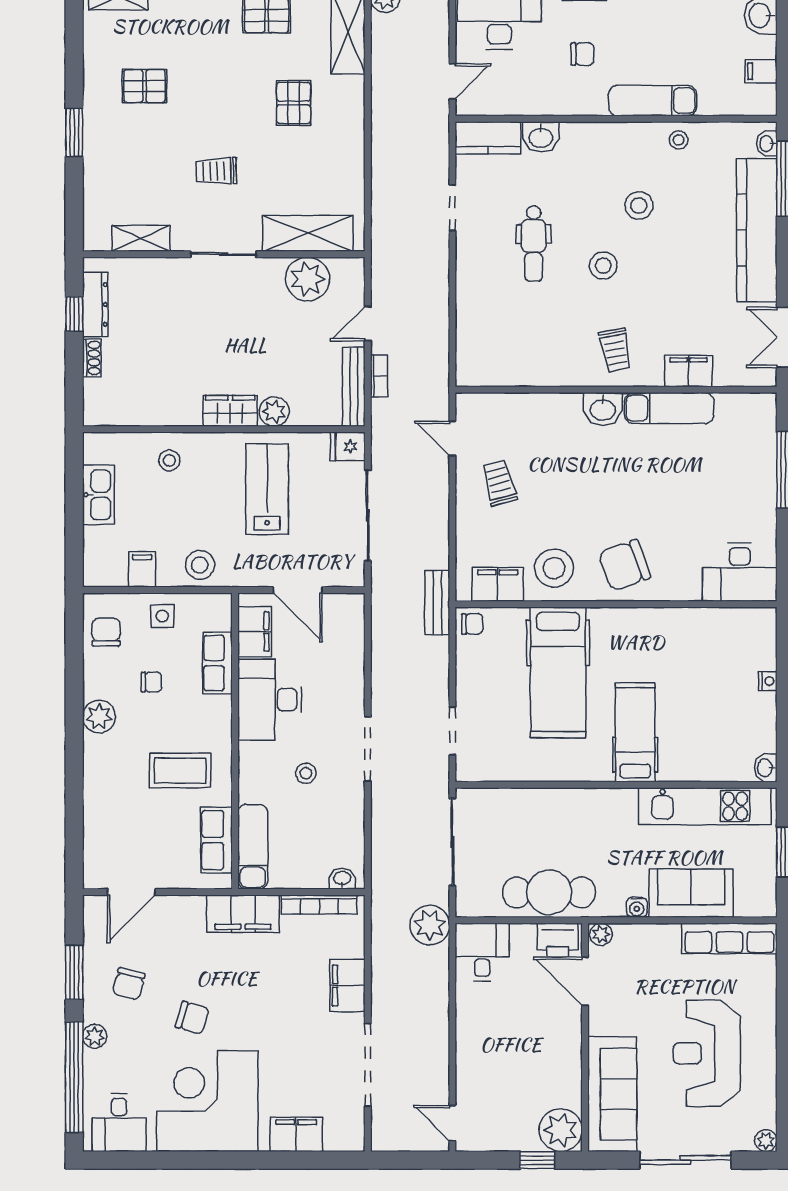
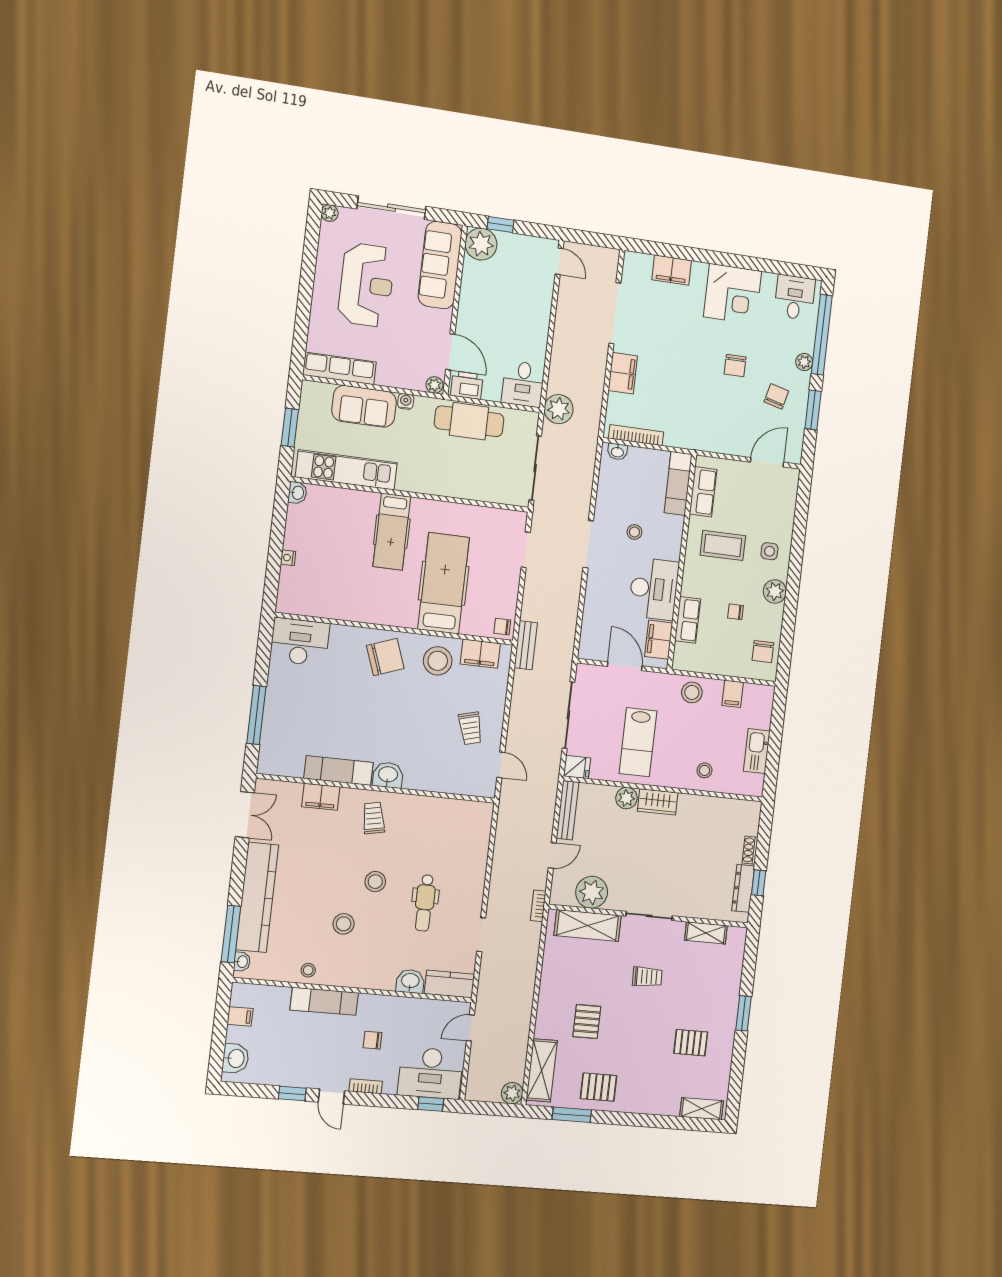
dental chair: (534, 243) -> (425, 903), turned 180
bookcase: (379, 376) -> (538, 906), moved
side table: (162, 616) -> (769, 551), moved
filing cabinet: (243, 914) -> (691, 436), removed
chair: (192, 1018) -> (735, 366), turned -107
corner desk: (207, 1101) -> (733, 294), width x0.74, depth x0.74

